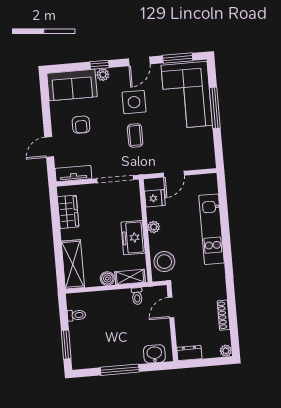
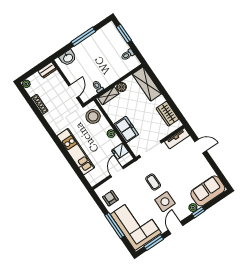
armchair: (81, 125) -> (110, 198), moved
door: (49, 147) -> (201, 146), hinge flipped
freezer: (133, 238) -> (126, 129), moved

